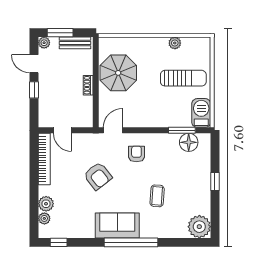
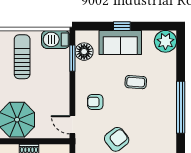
sofa: (117, 225) -> (120, 43), moved, turned -90

